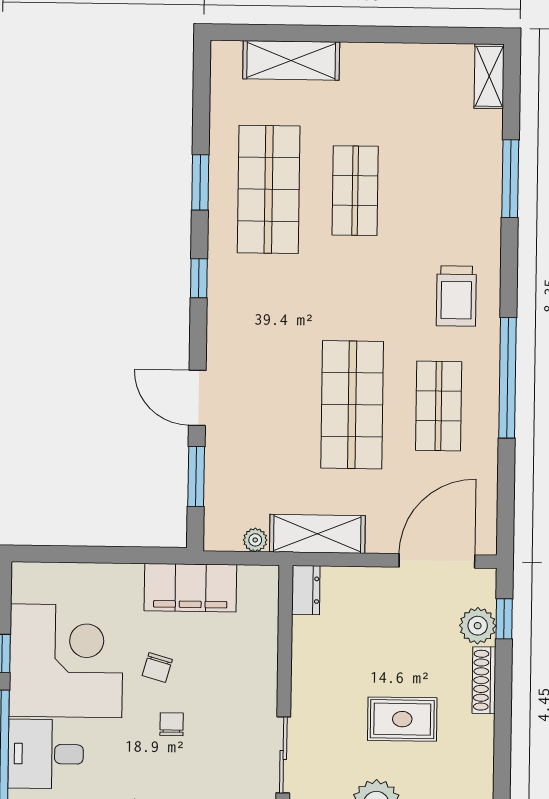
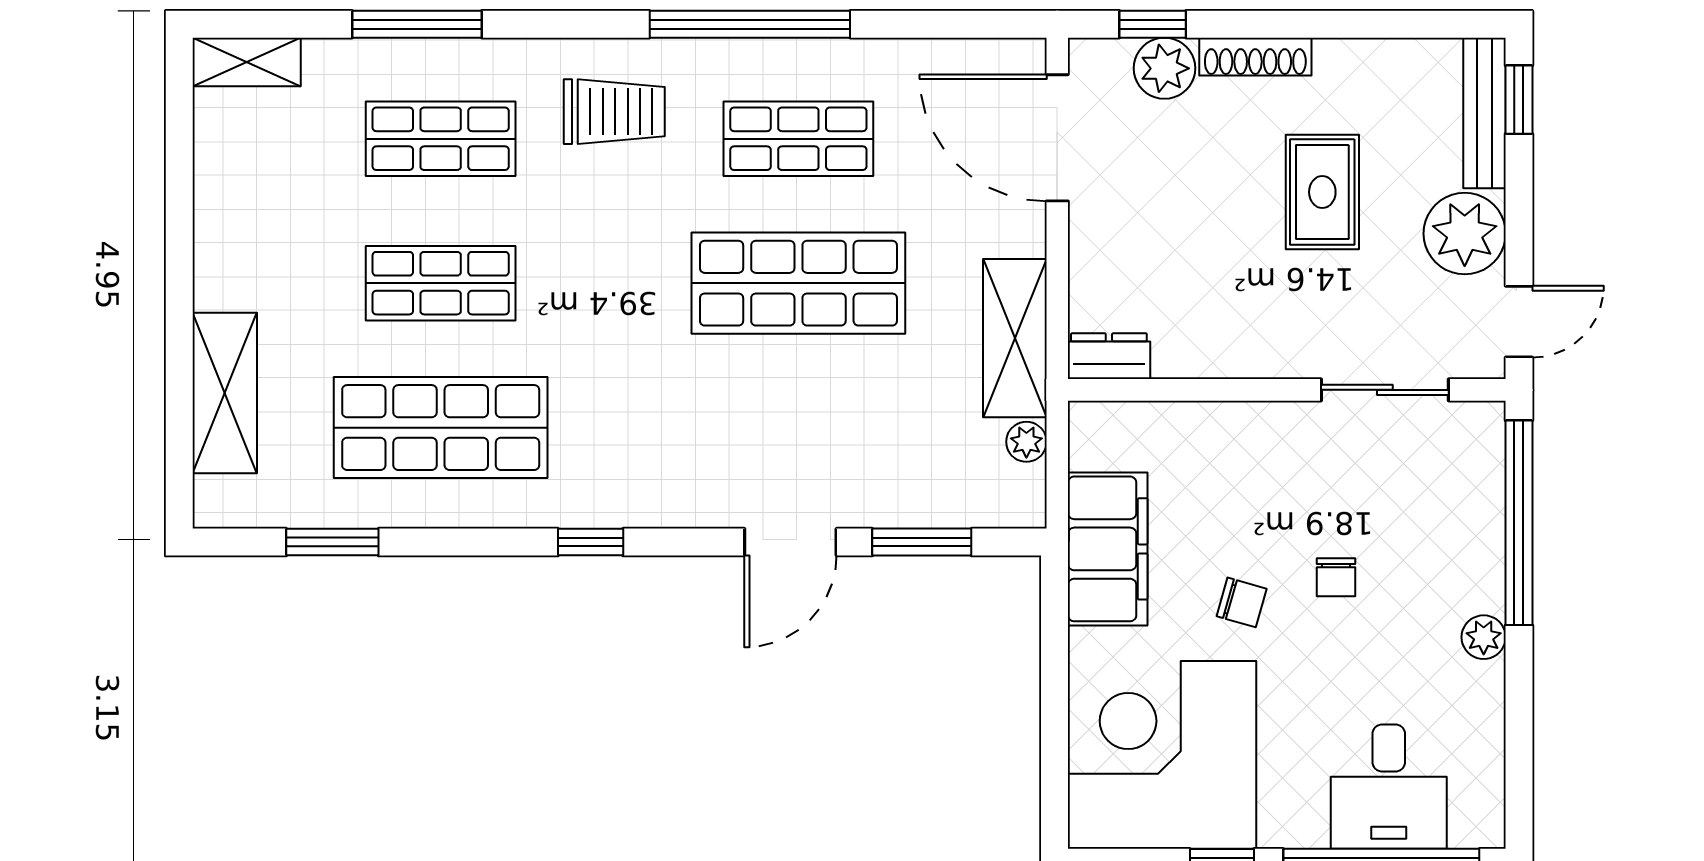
window: (200, 182) -> (332, 542), moved
shop shelf: (442, 192) -> (441, 139), added
corner desk: (66, 661) -> (1162, 755), moved
chair: (172, 724) -> (1336, 577), turned -90

